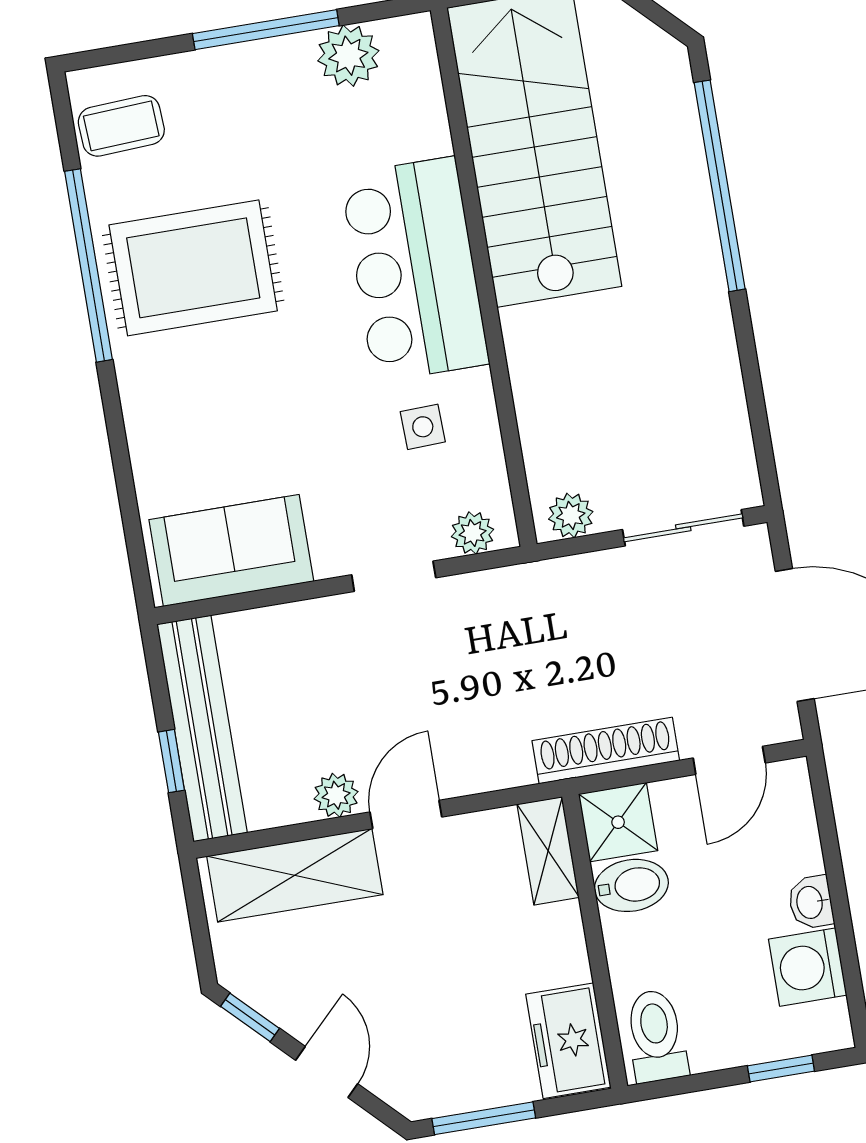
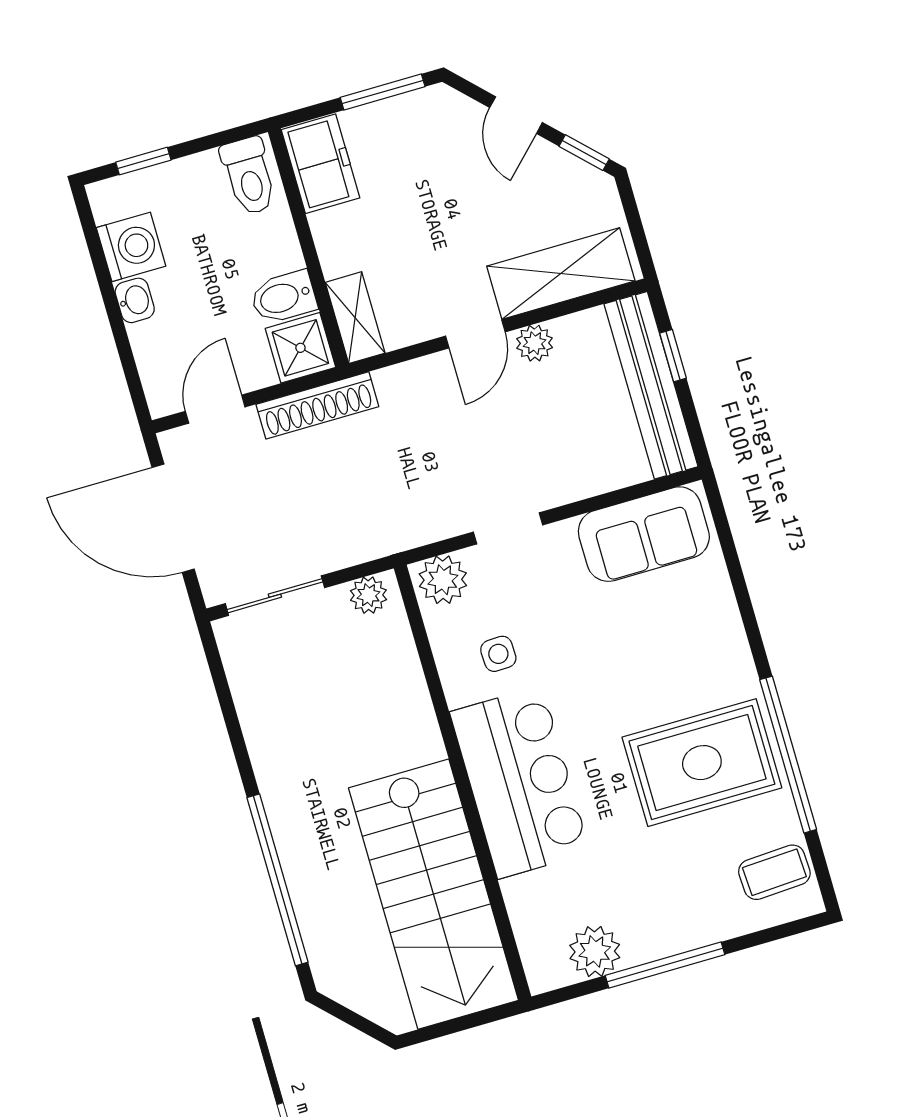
plant: (473, 533) -> (443, 580), width x1.38, depth x1.38

